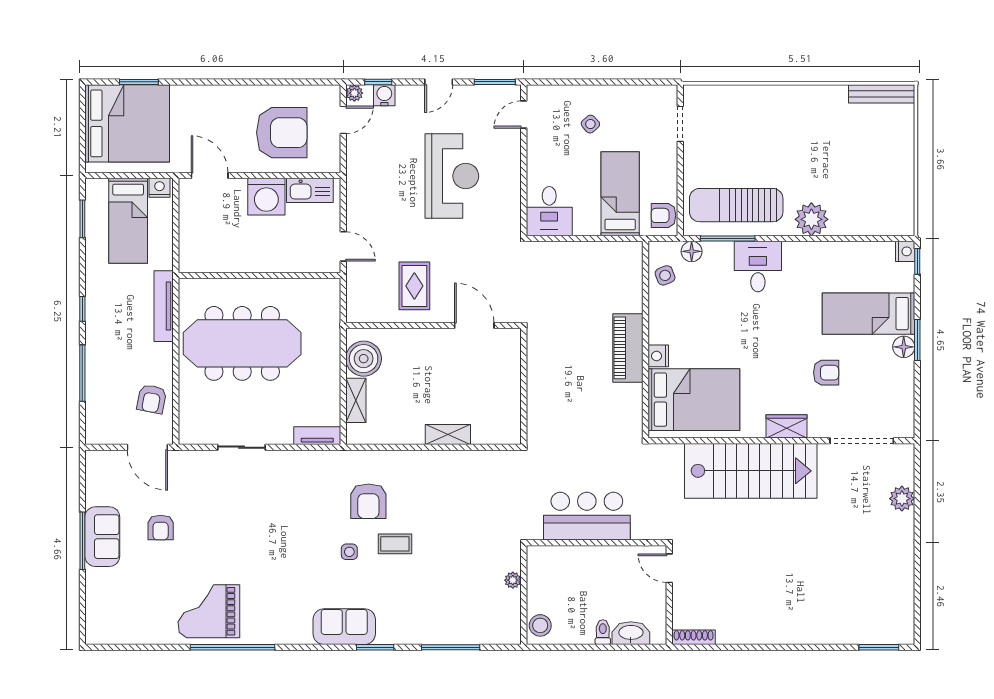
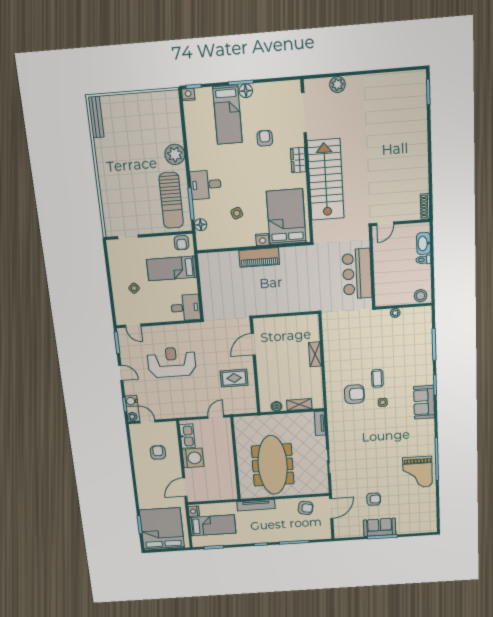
armchair: (282, 133) -> (158, 453), width x0.53, depth x0.53
side table: (665, 275) -> (237, 213), moved
boiler: (364, 359) -> (276, 406), width x0.54, depth x0.54

